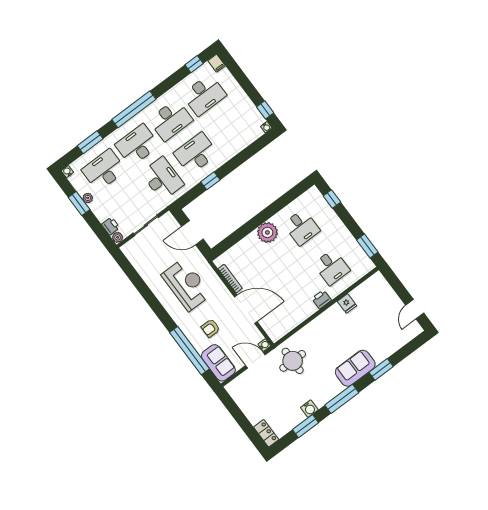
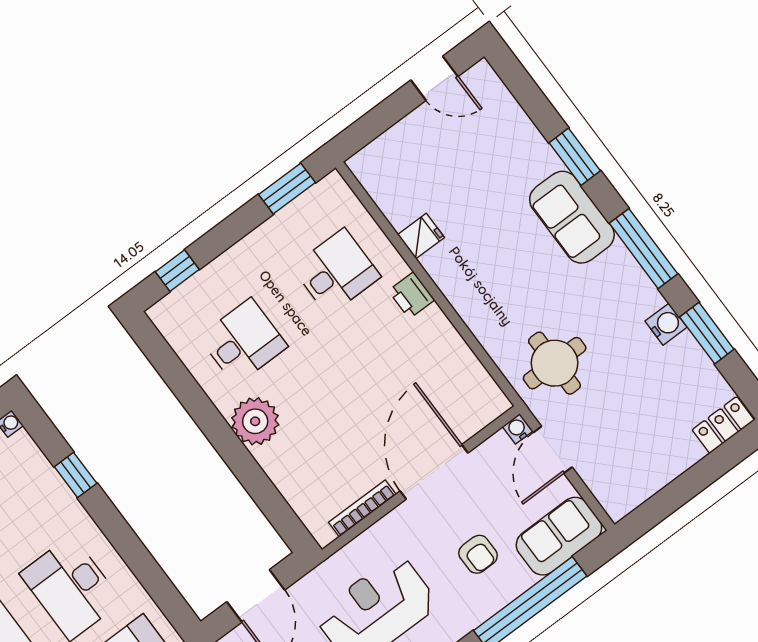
window: (210, 181) -> (76, 475), moved

